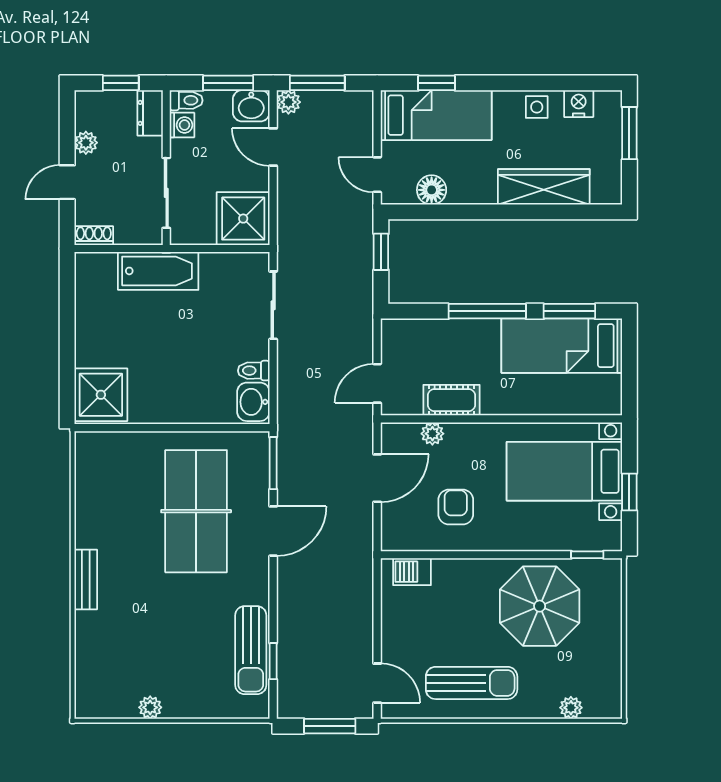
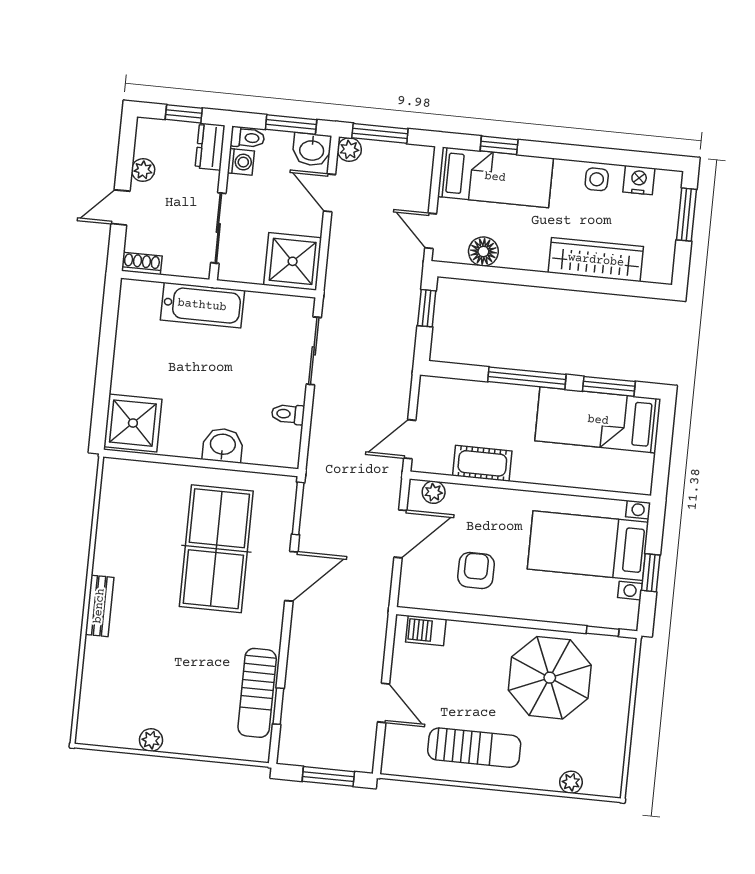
washbasin: (253, 402) -> (223, 445), moved, turned 90
plant: (432, 434) -> (434, 492), moved
door: (377, 683) -> (384, 703), moved

